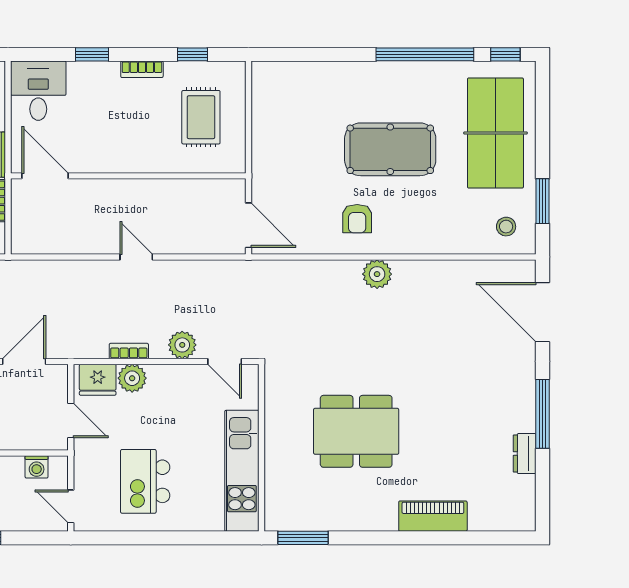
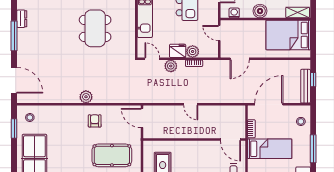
pool table: (390, 149) -> (112, 155), moved
fridge: (98, 380) -> (178, 51), moved
dining table: (356, 431) -> (95, 28), turned 90

